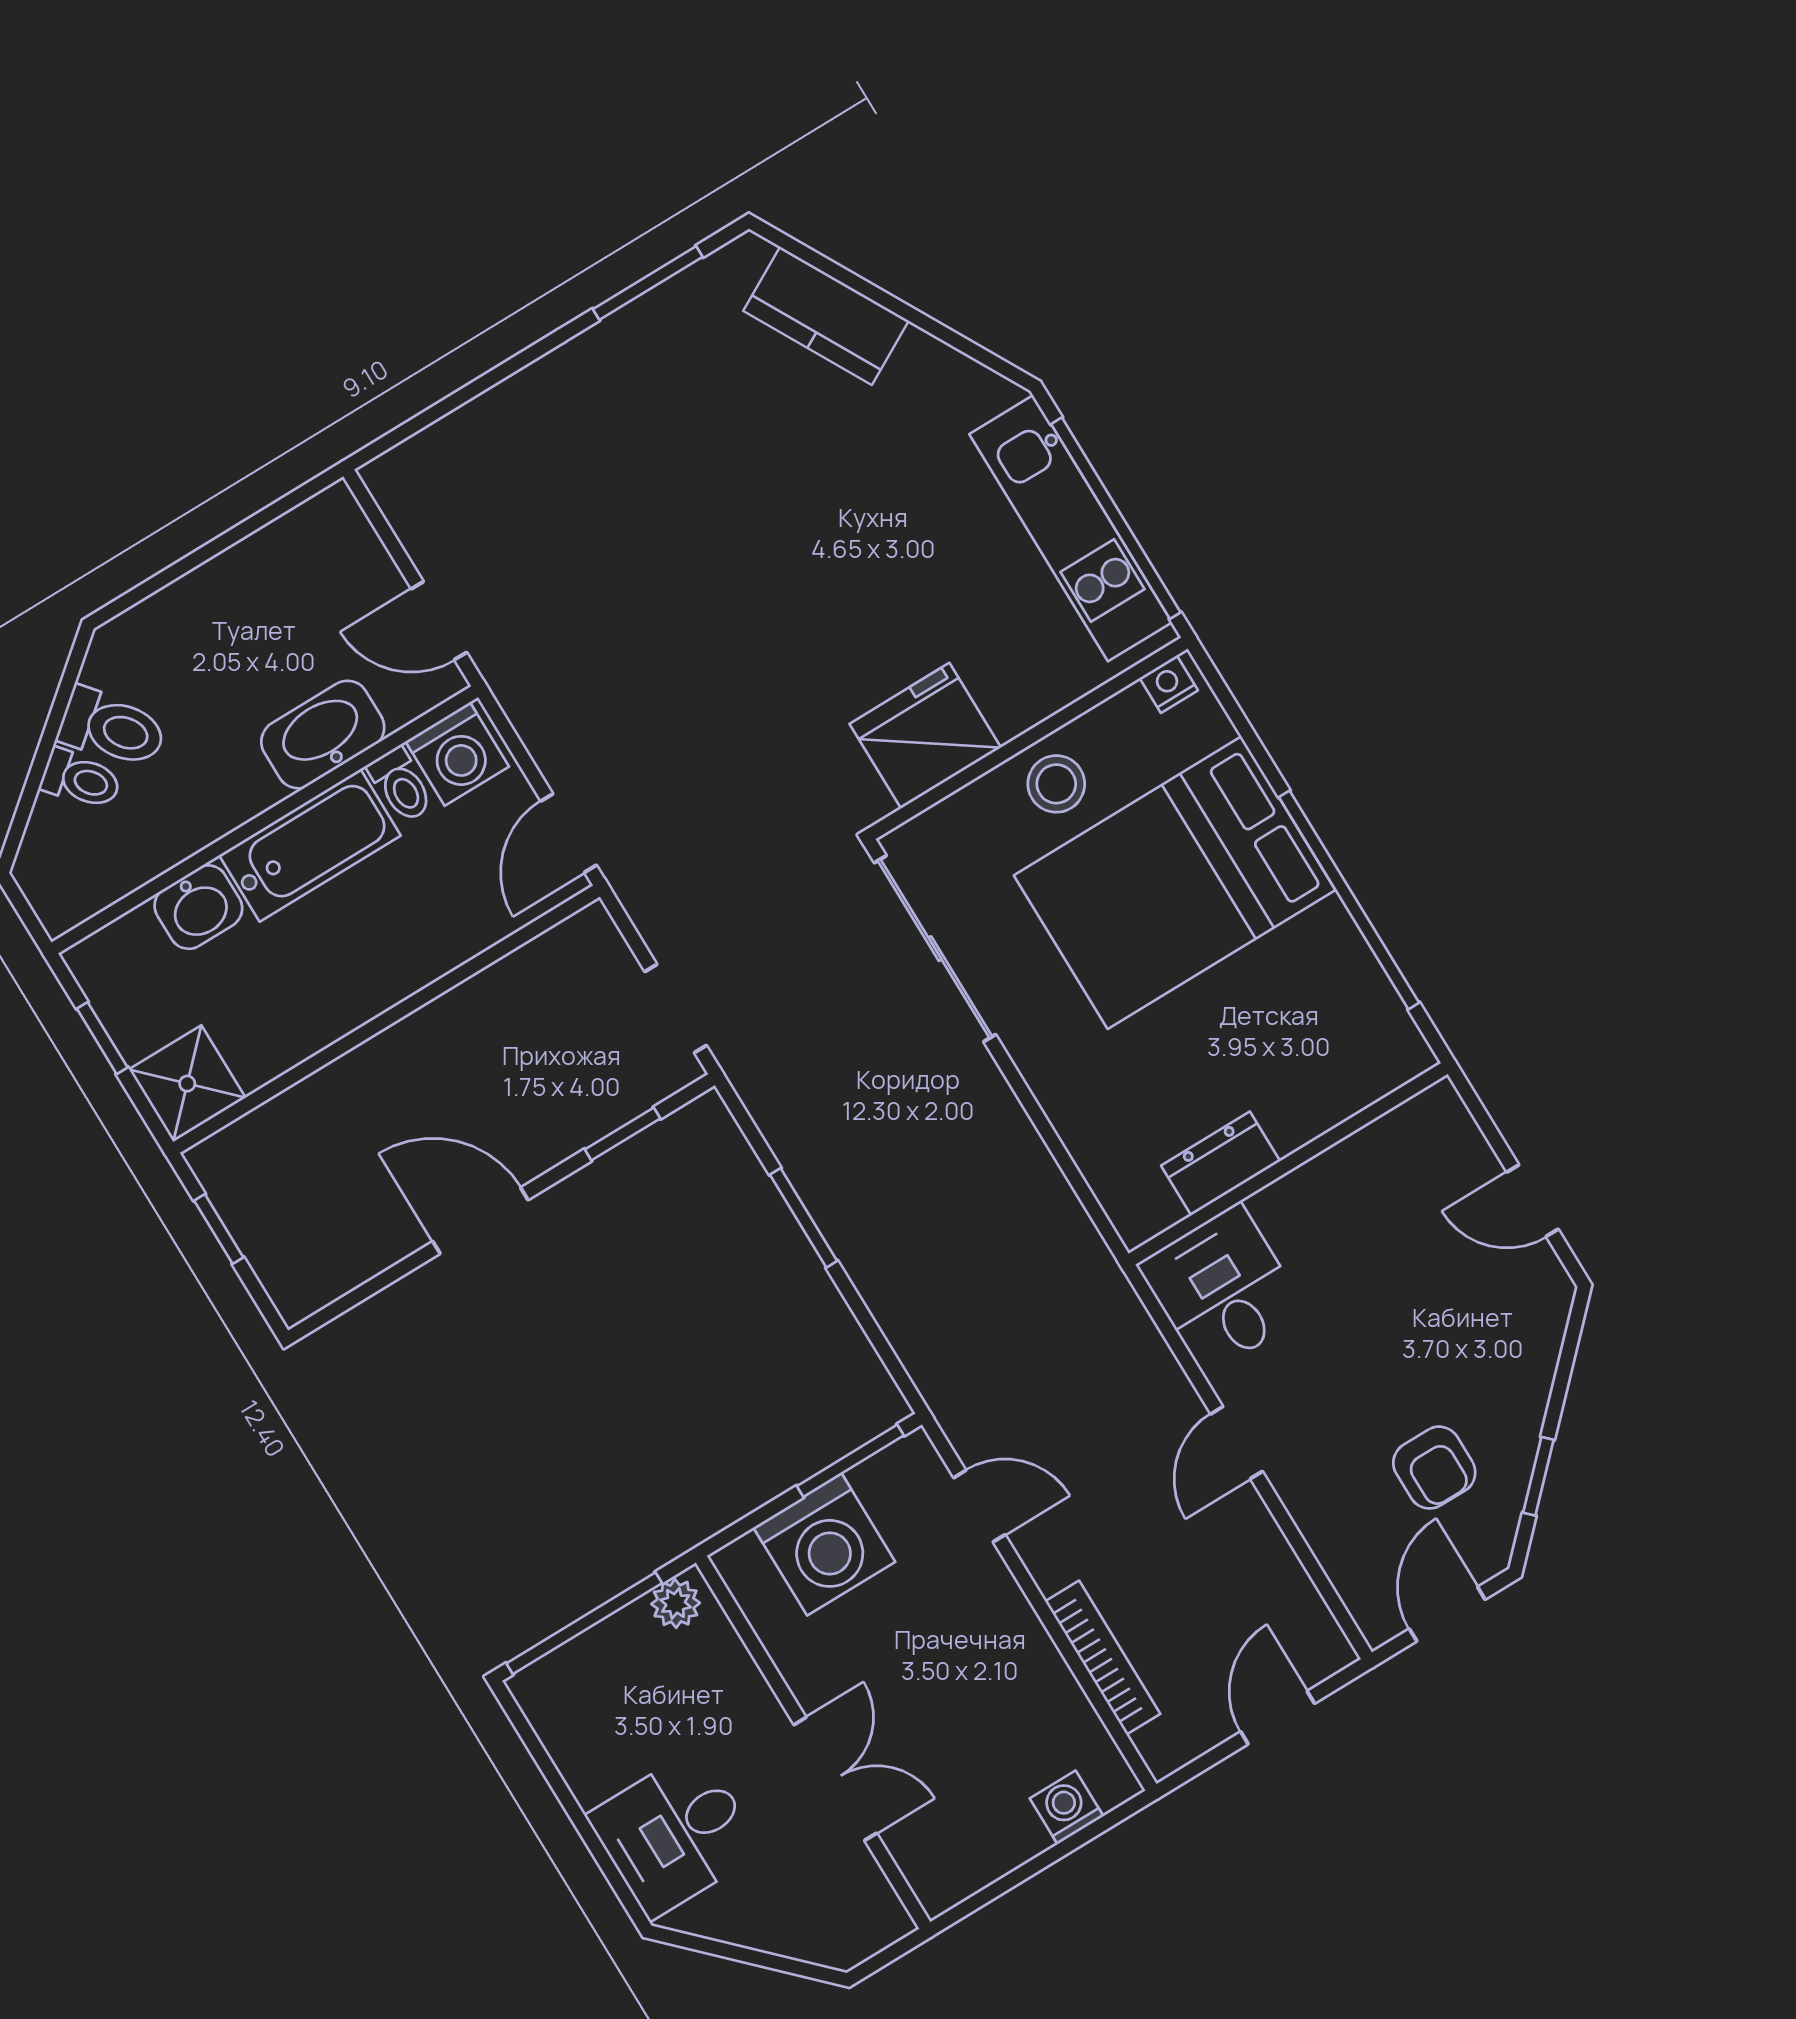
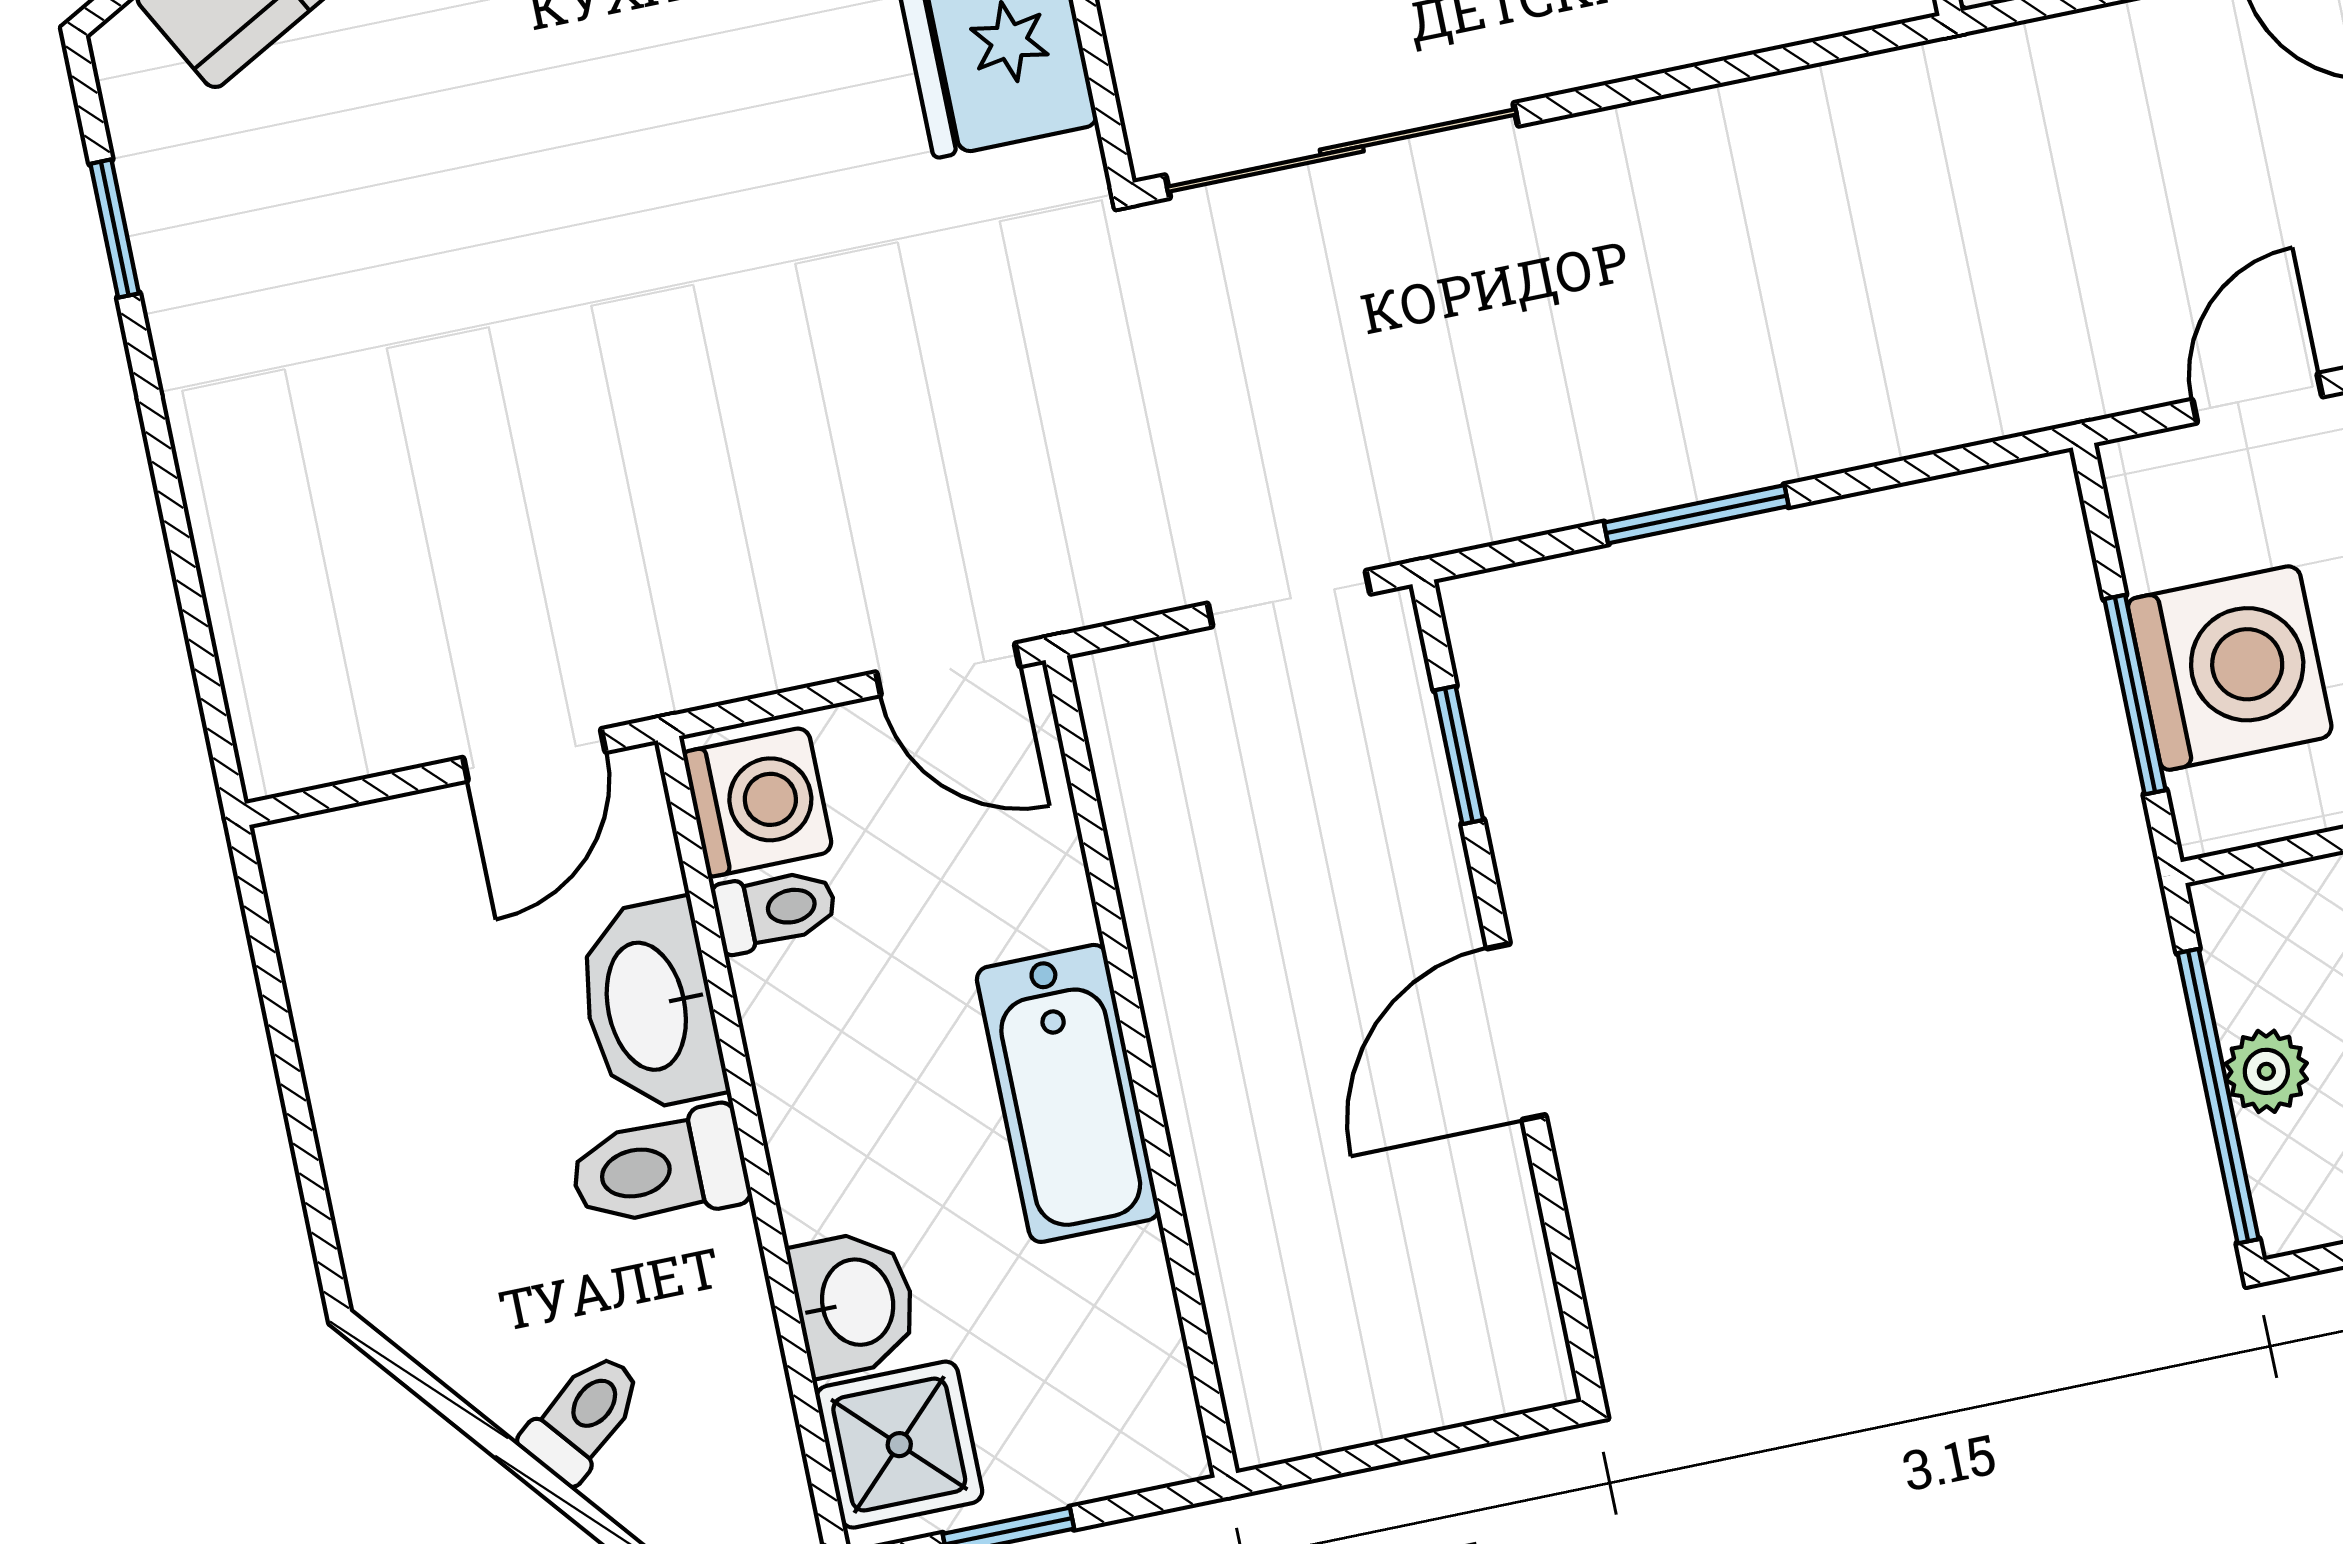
window: (648, 283) -> (115, 229), width x0.67
toilet: (112, 728) -> (659, 1168), moved, turned -140
bathtub: (310, 845) -> (1068, 1093), moved, turned 180
shower: (187, 1084) -> (899, 1445), moved
window: (219, 1229) -> (1380, 1454), removed
window: (850, 1461) -> (2135, 695), moved
plant: (676, 1603) -> (2266, 1071), moved

